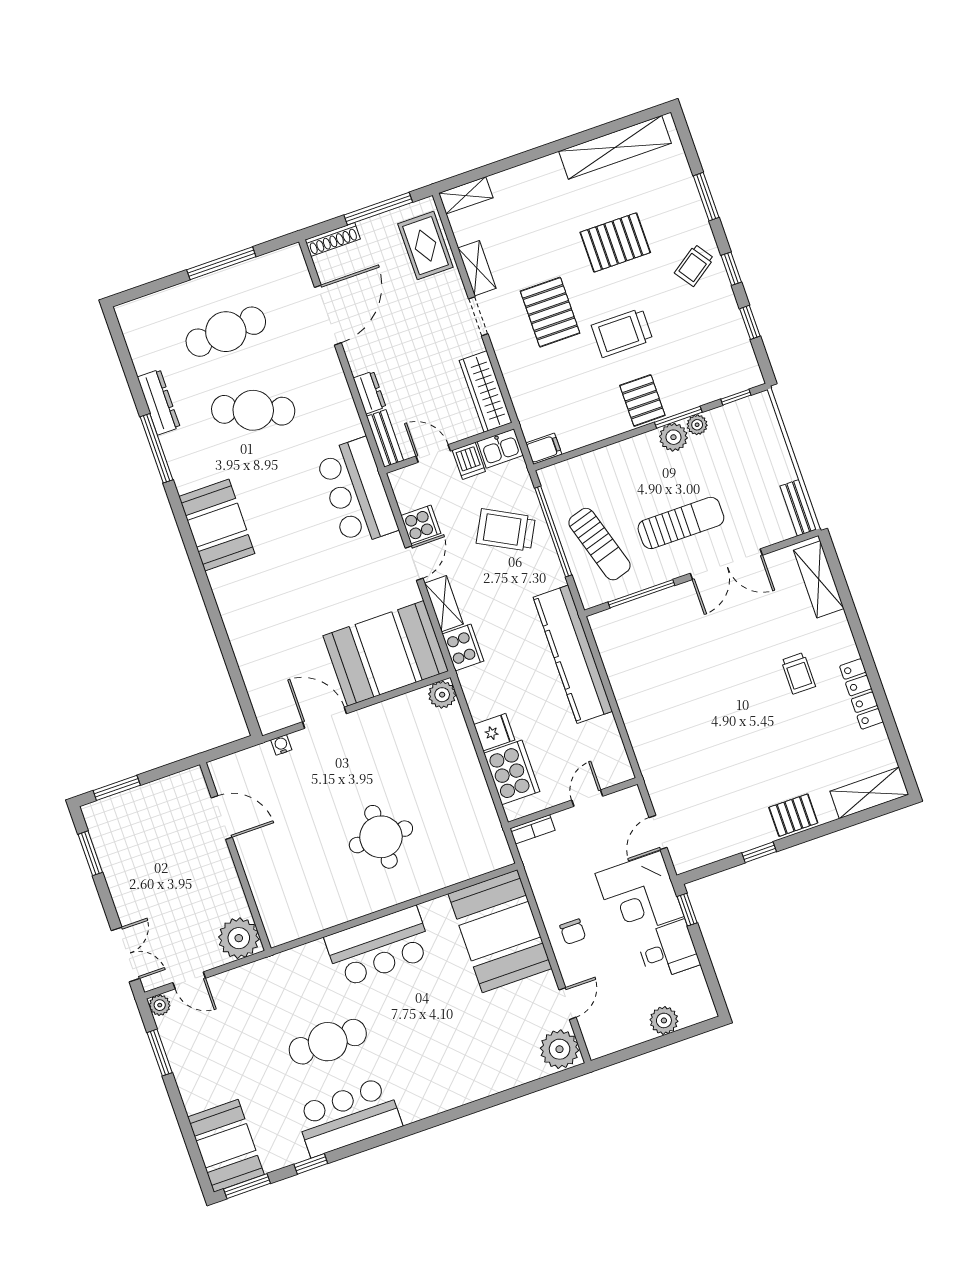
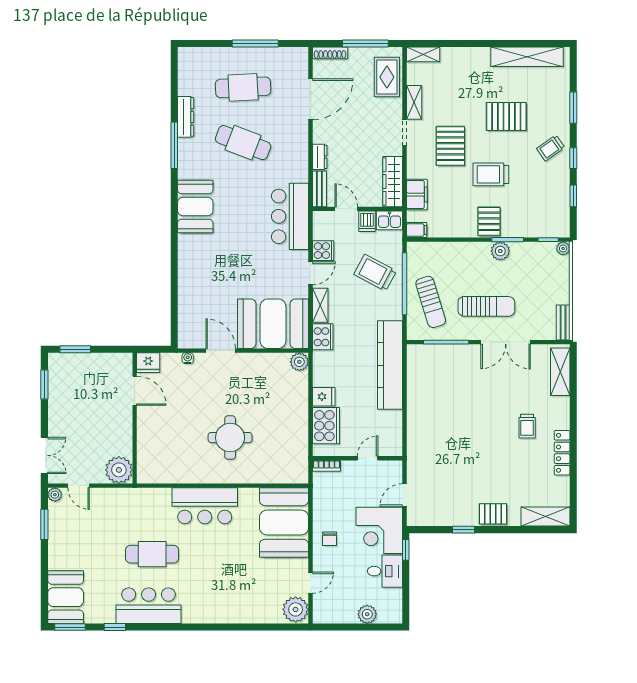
filing cabinet: (526, 398) -> (417, 195), added
plant: (697, 425) -> (563, 248), moved
fridge: (227, 771) -> (148, 363), added

